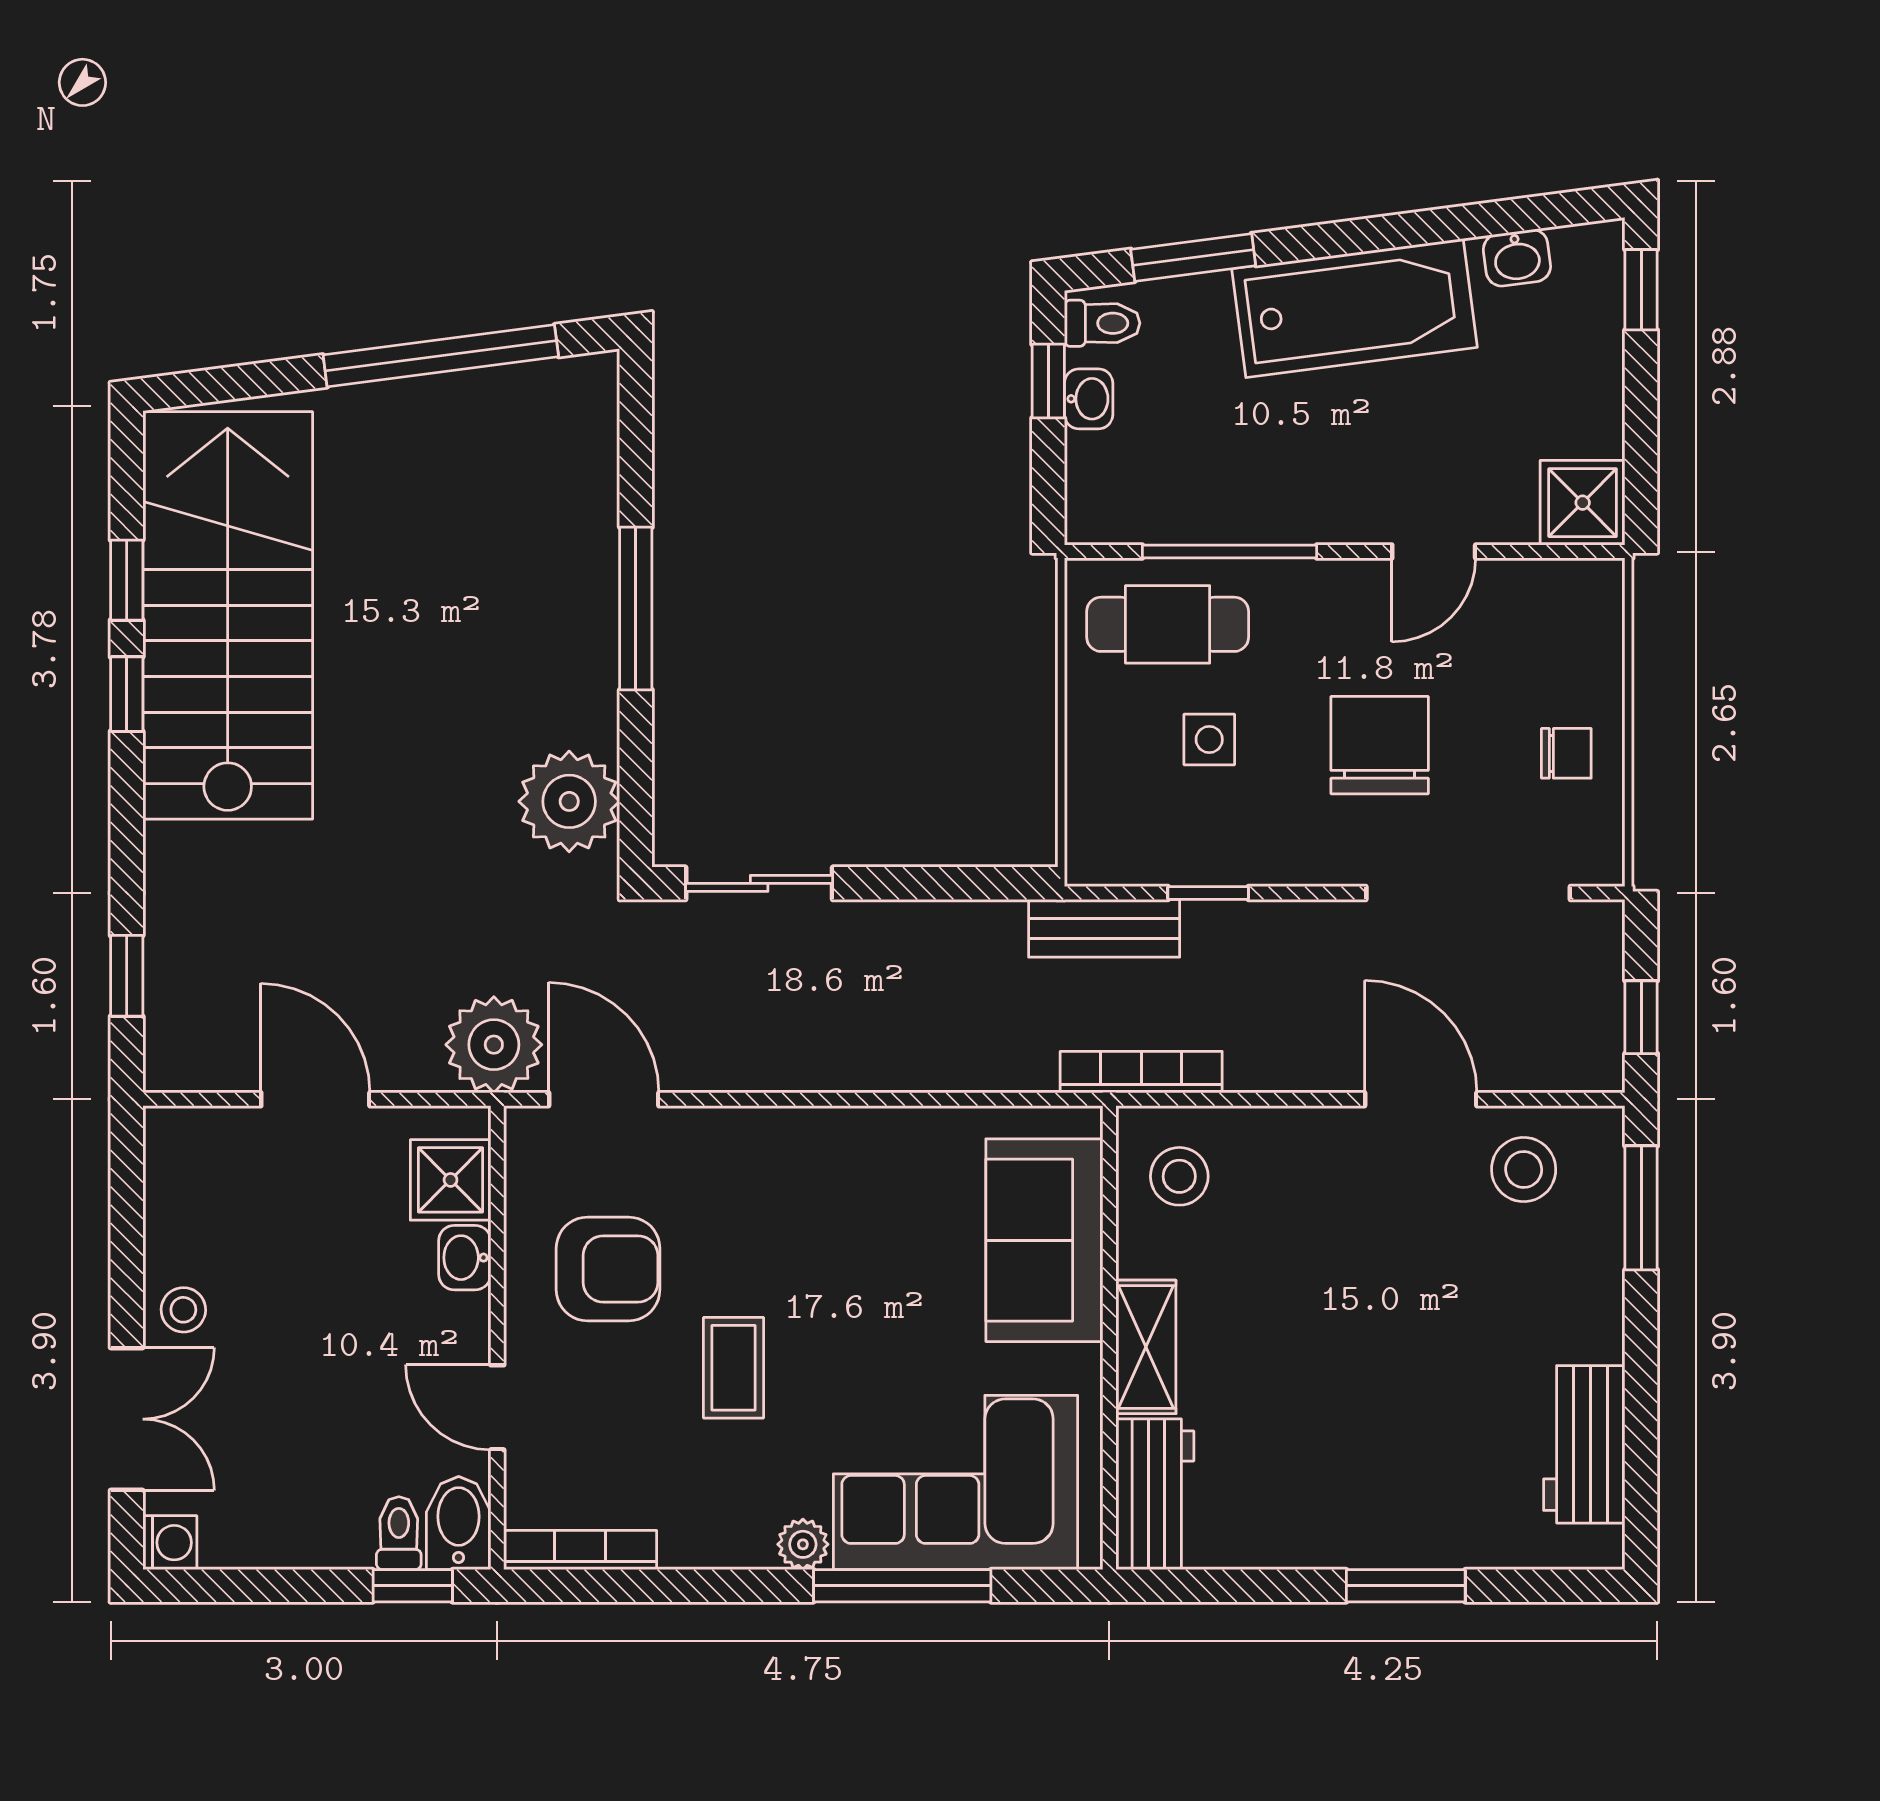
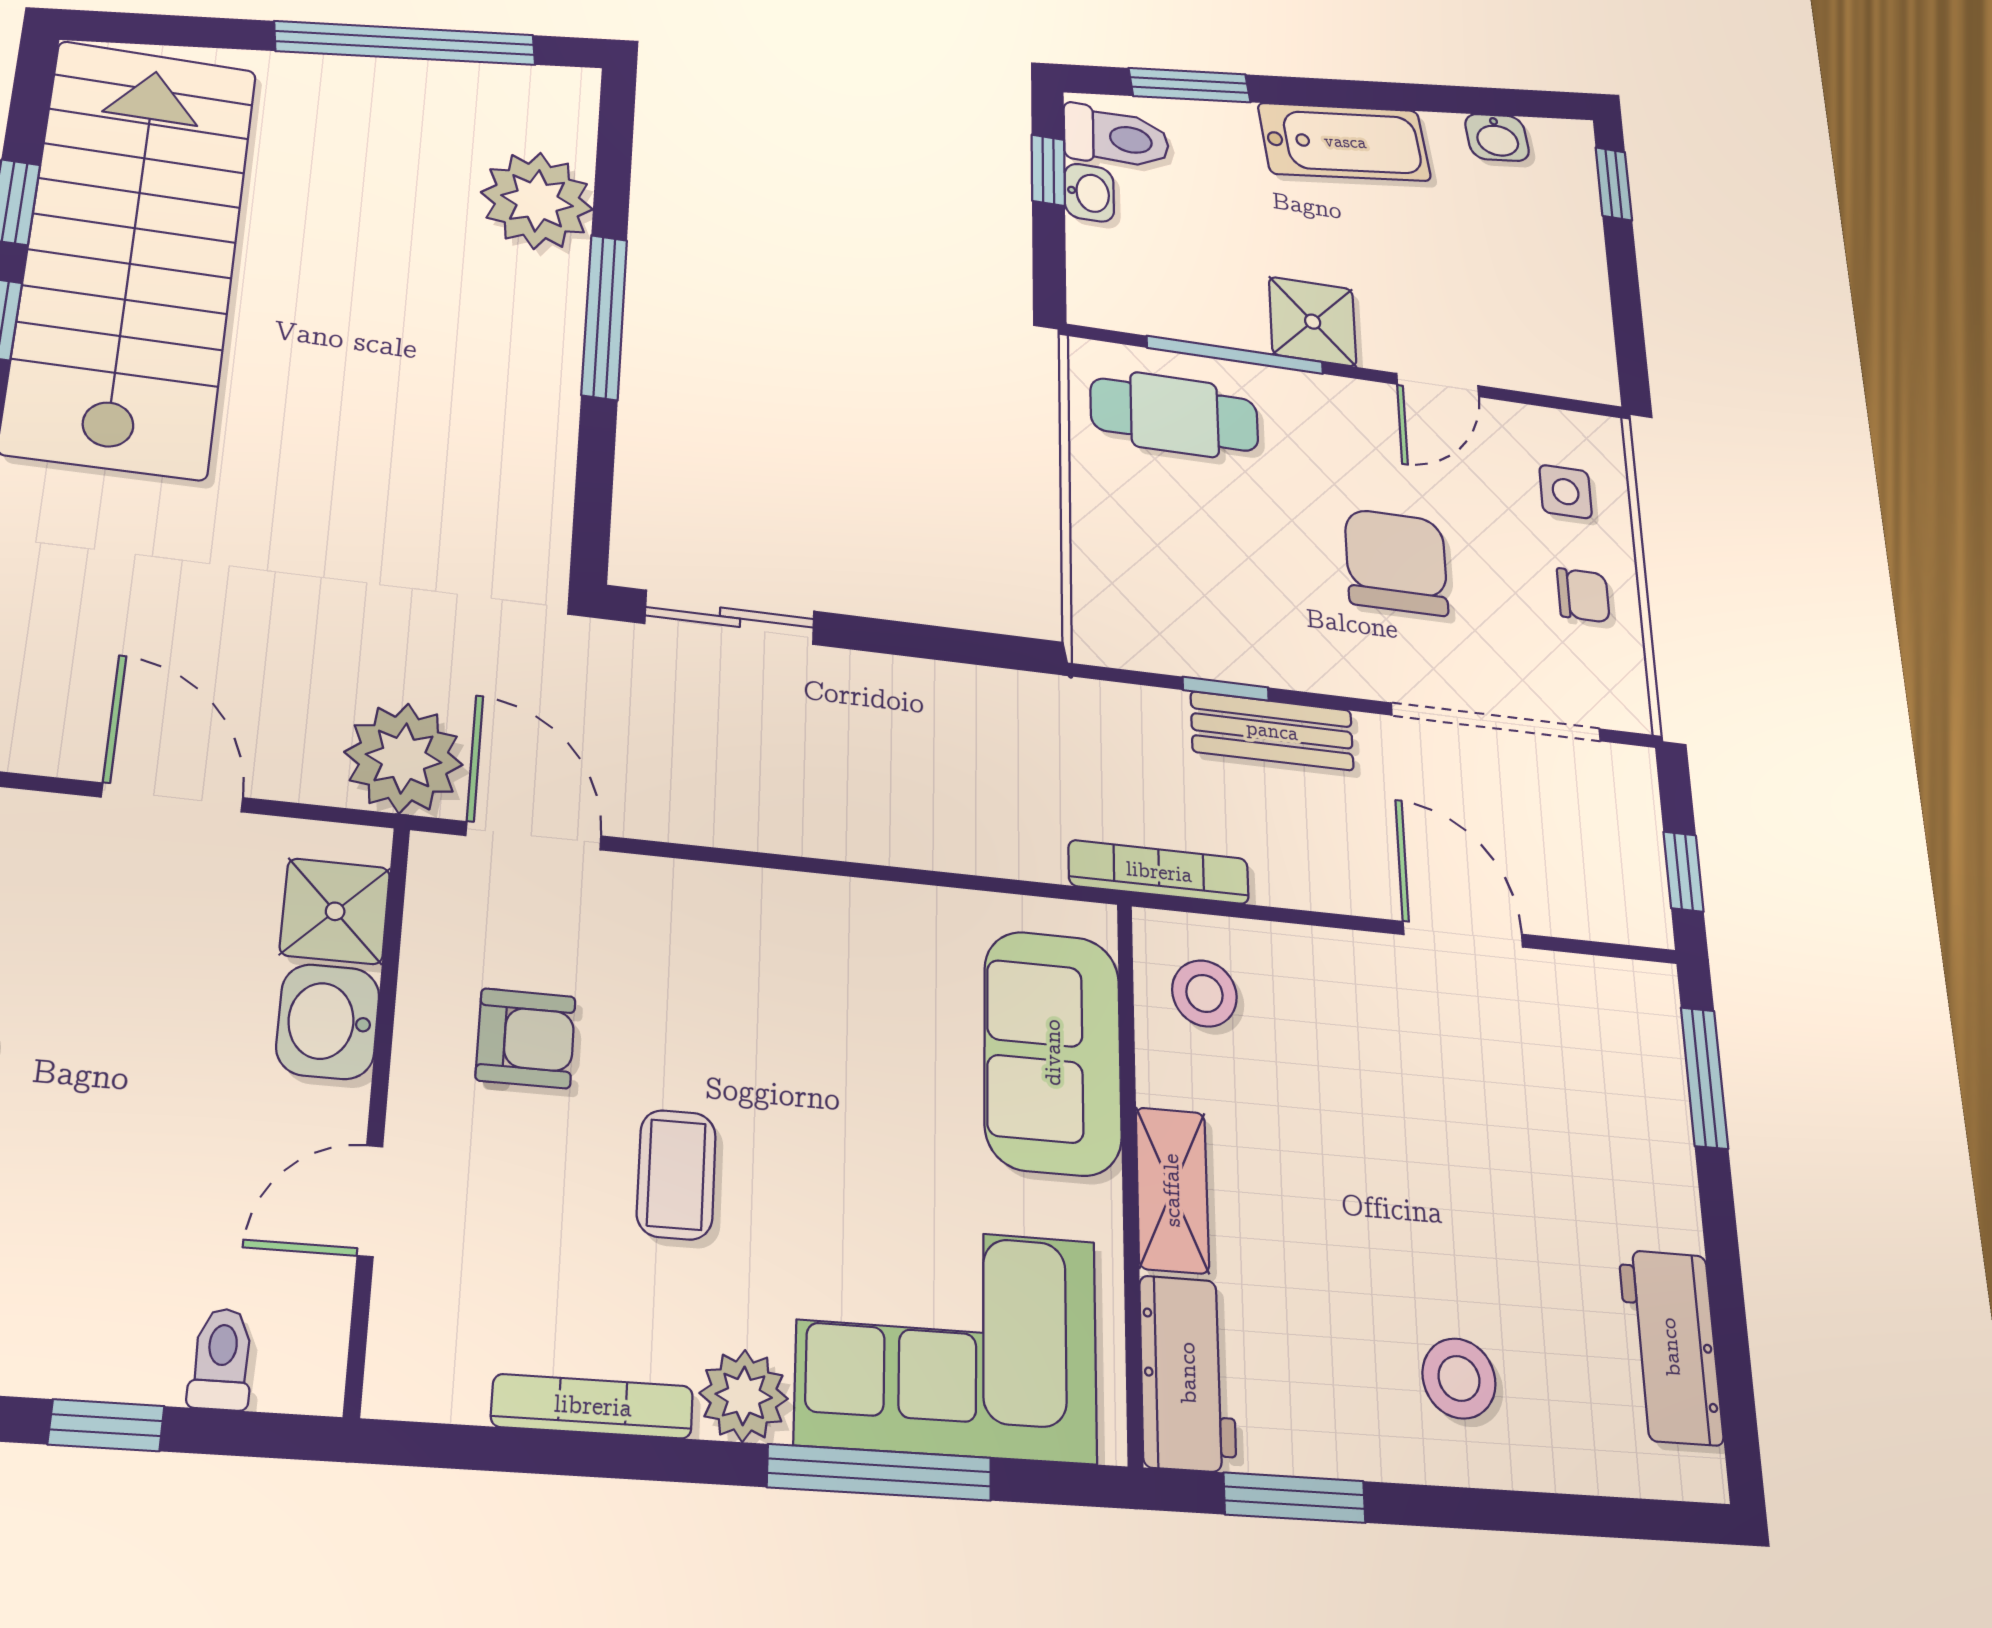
bathtub: (1354, 308) -> (1345, 142), width x0.73, depth x0.73
toilet: (1102, 323) -> (1116, 138), width x1.37, depth x1.39
shower: (1583, 503) -> (1313, 322), moved
side table: (1209, 740) -> (1566, 492), moved
plant: (569, 801) -> (537, 201), moved
bench: (1104, 928) -> (1272, 731), moved
stool: (1524, 1169) -> (1459, 1378), moved
washbasin: (465, 1258) -> (328, 1022), width x1.38, depth x1.45
armchair: (608, 1269) -> (526, 1038), width x0.72, depth x0.72
door: (497, 1407) -> (370, 1201), hinge flipped
bidet: (459, 1523) -> (305, 1351), removed
plant: (803, 1544) -> (744, 1396), width x1.38, depth x1.38
bookcase: (580, 1550) -> (593, 1406), moved
window: (413, 1586) -> (106, 1425), moved
window: (1406, 1586) -> (1295, 1498), moved

